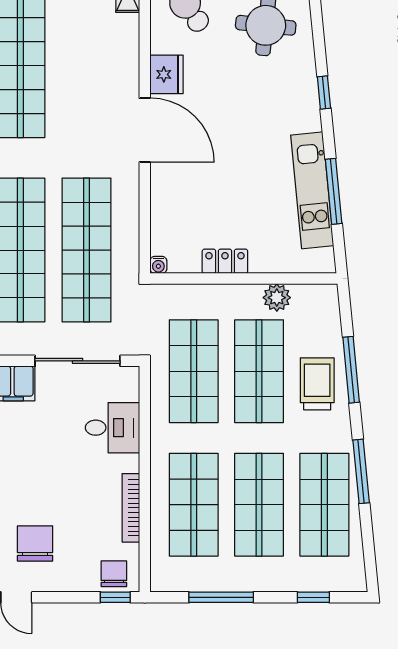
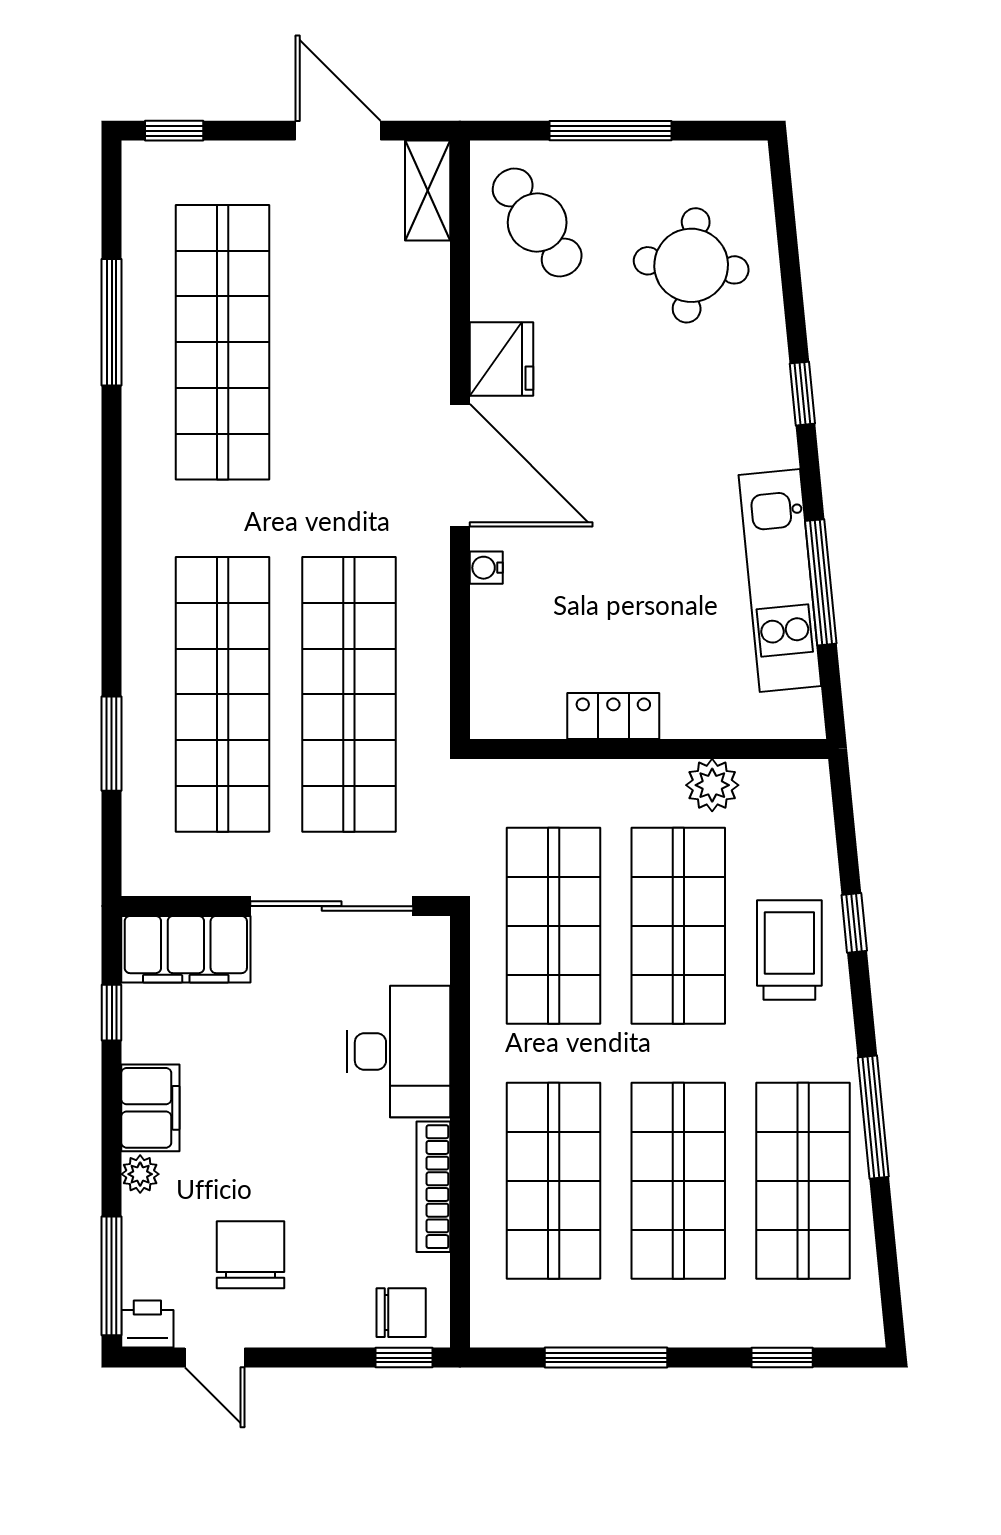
water cooler: (158, 265) -> (486, 568), moved, turned 90
window: (351, 370) -> (854, 923), width x0.46
desk: (112, 428) -> (398, 1052), width x1.37
chair: (114, 574) -> (401, 1313), turned 90

